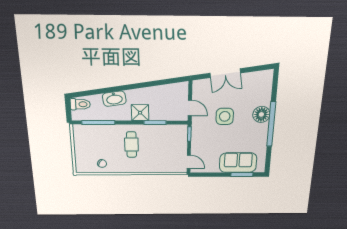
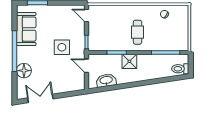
double door: (225, 73) -> (40, 98), moved
washbasin: (114, 99) -> (106, 80), moved
floor lamp: (261, 114) -> (24, 71), moved
side table: (225, 116) -> (62, 47), moved
sofa: (238, 163) -> (26, 29), moved, turned -90

